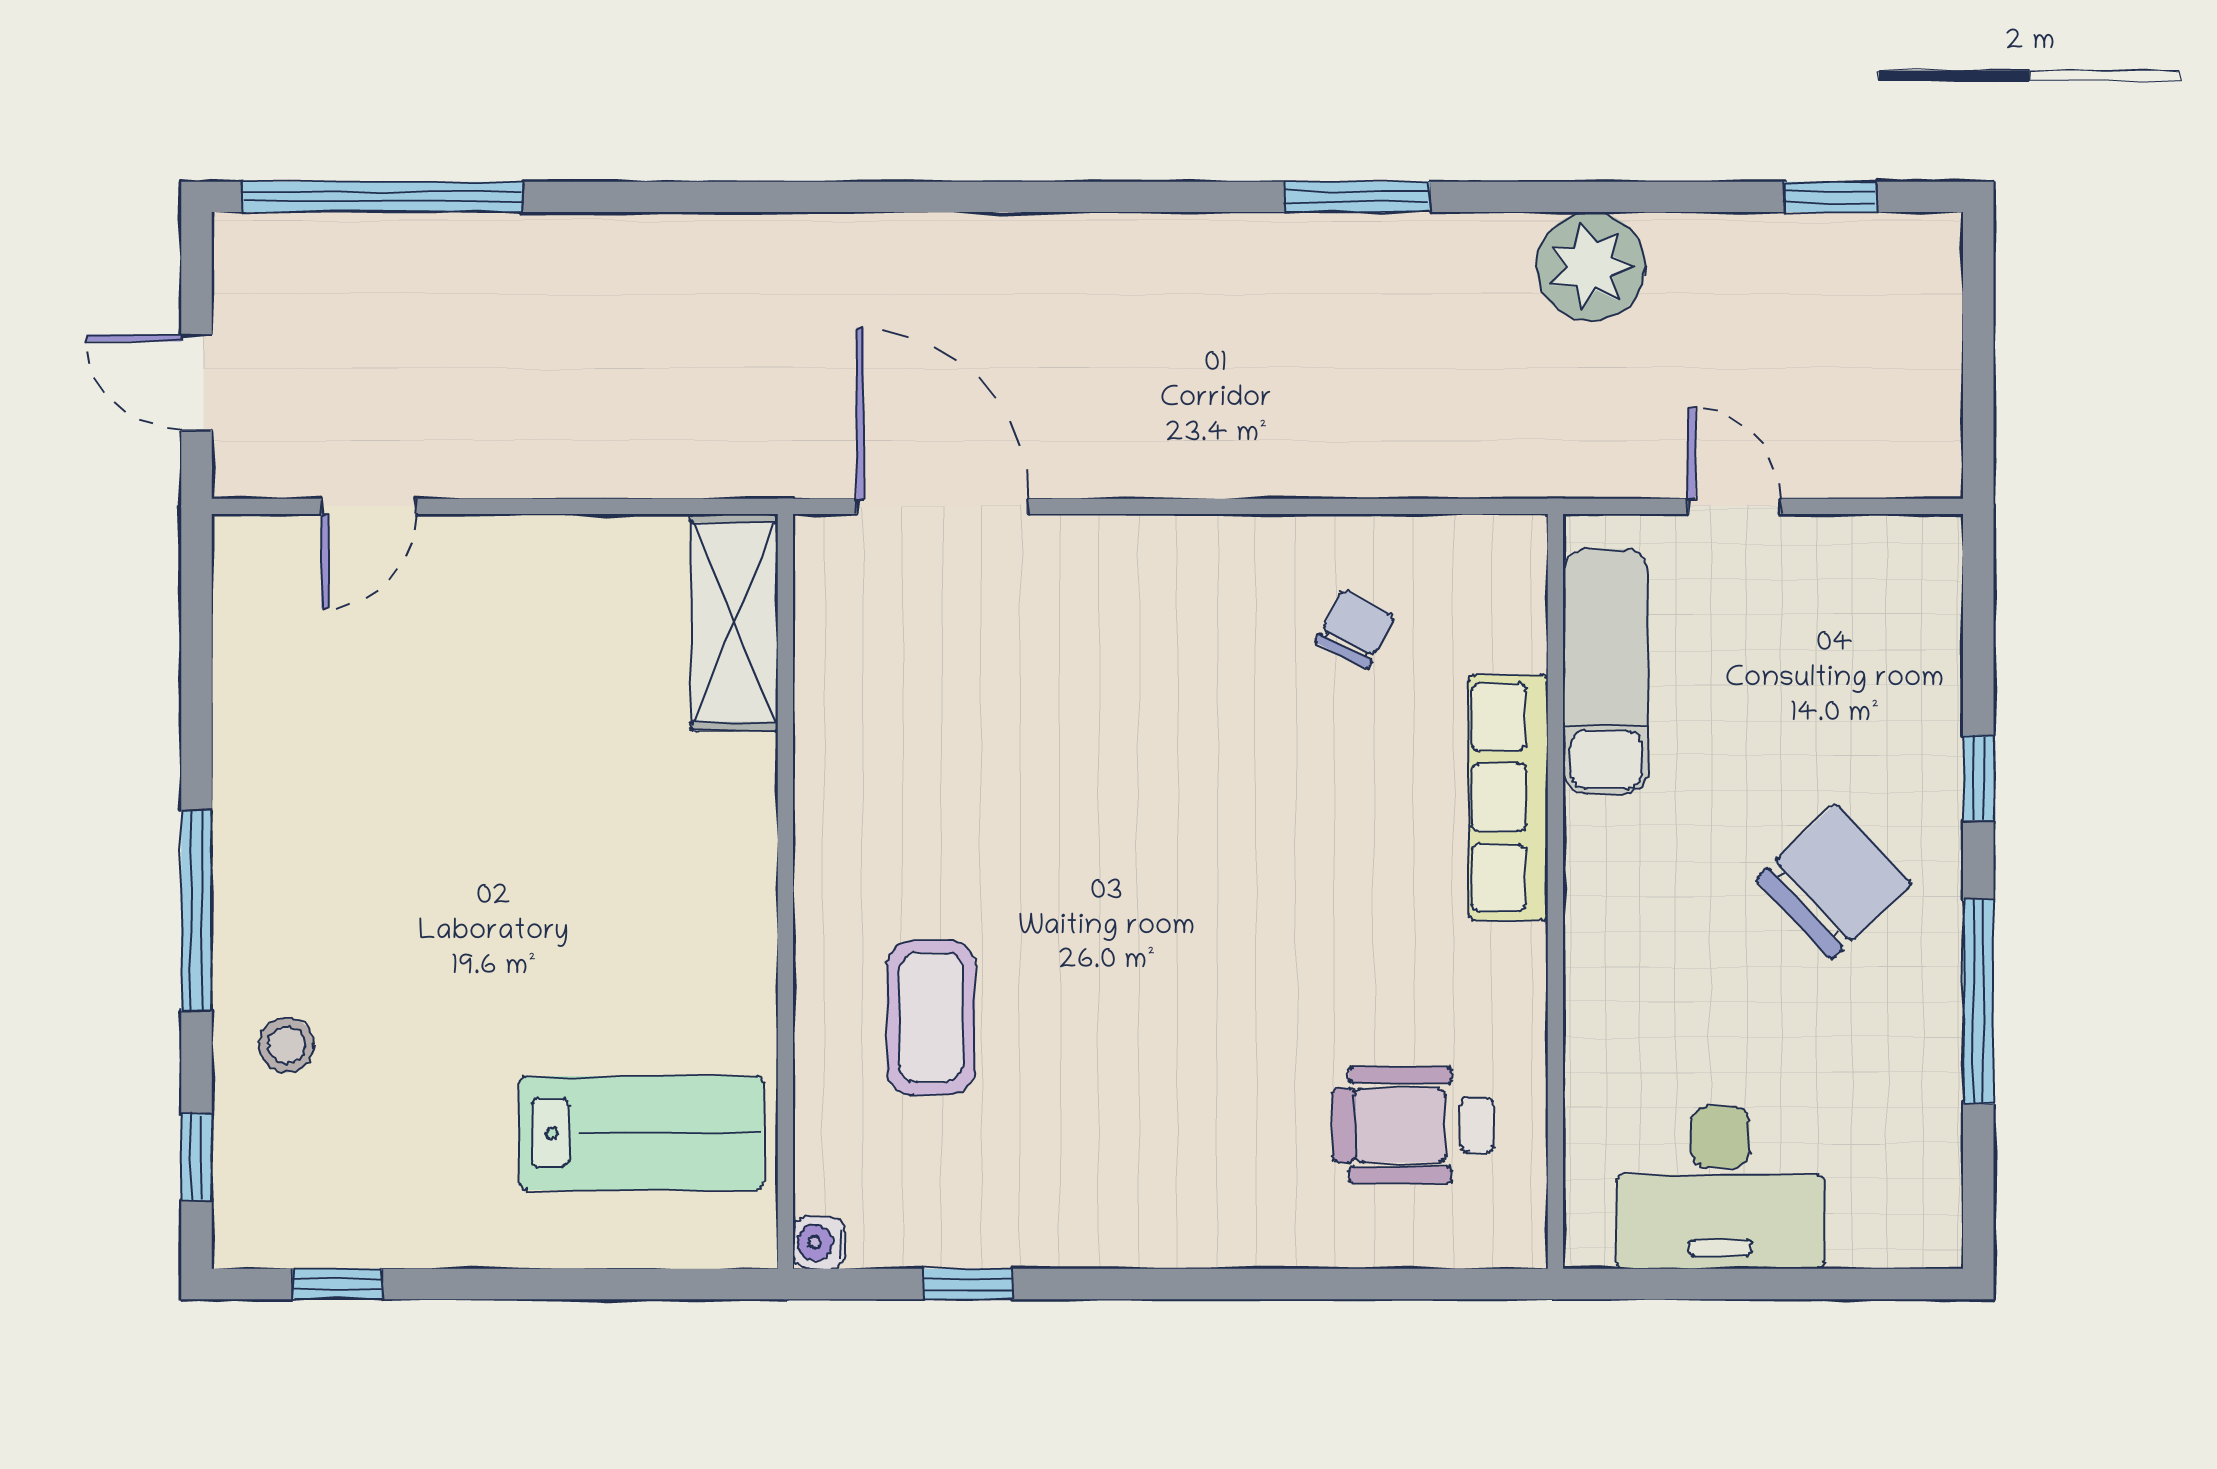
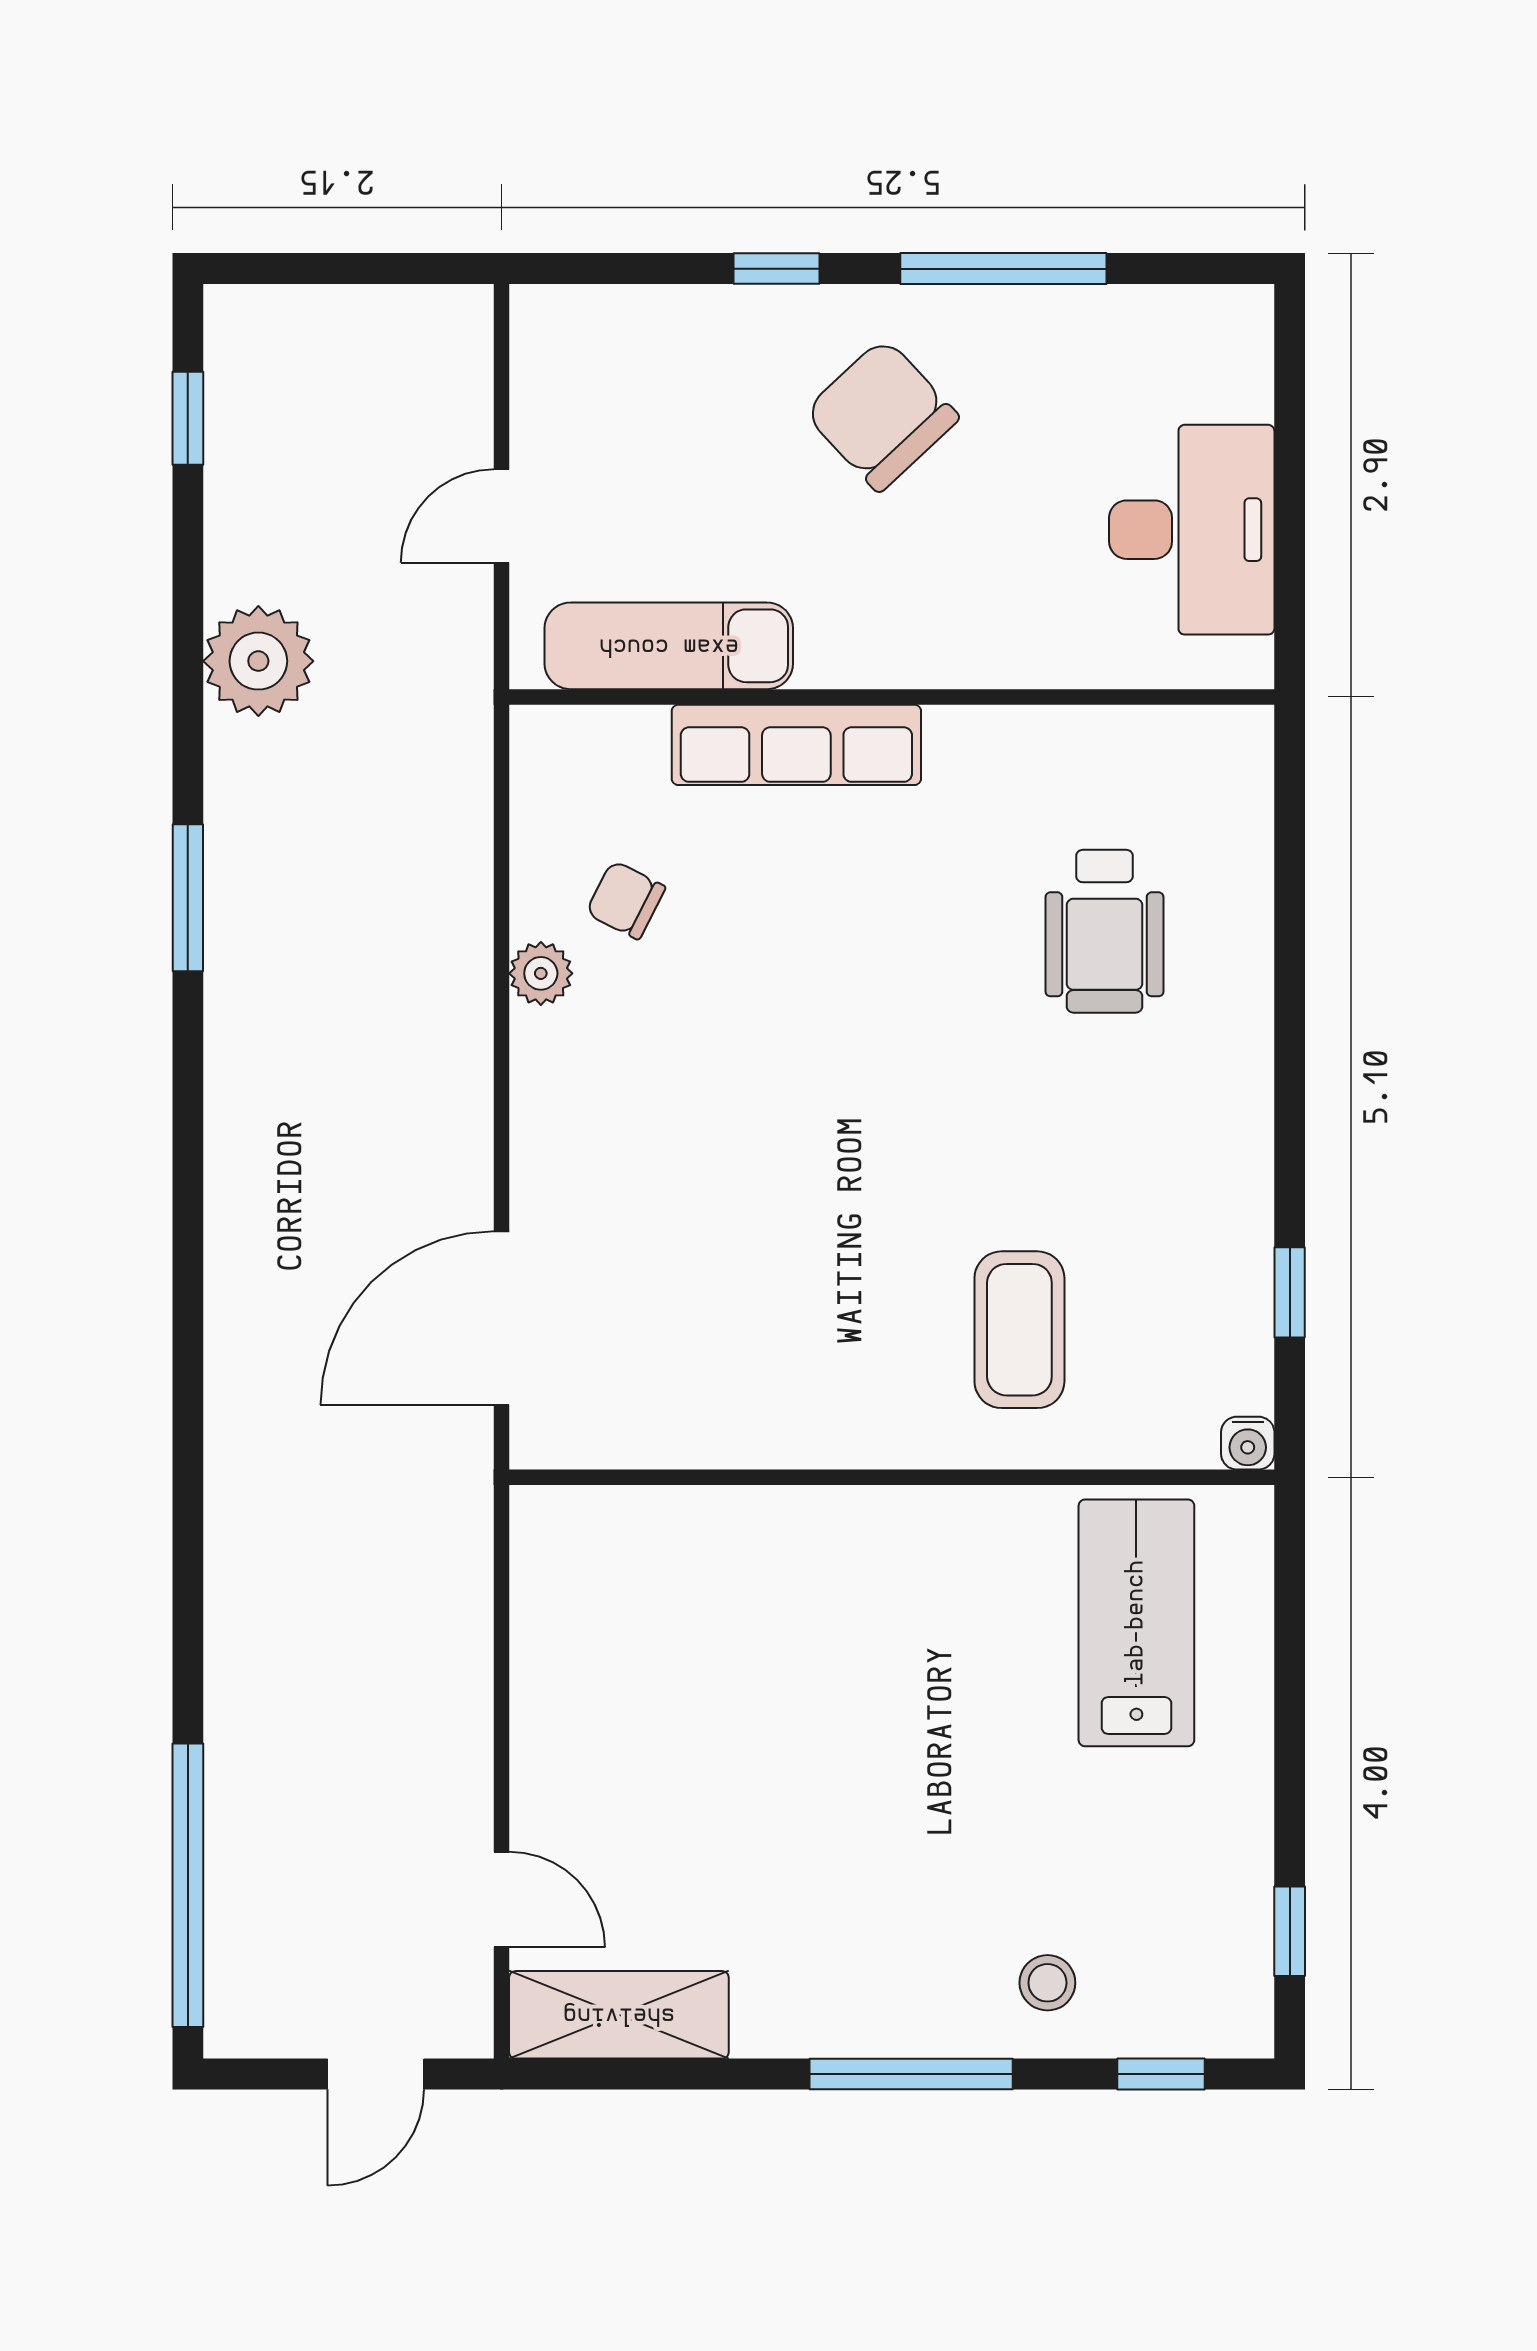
plant: (1283, 545) -> (541, 973), added
shelving: (734, 622) -> (619, 2015), moved
coffee table: (931, 1018) -> (1019, 1330), turned 90
wheelchair: (1413, 1125) -> (1105, 931), moved

